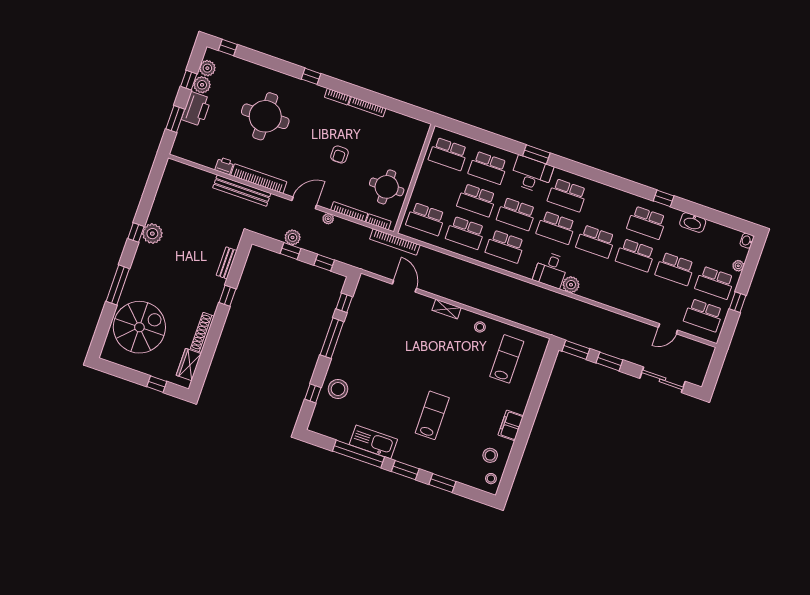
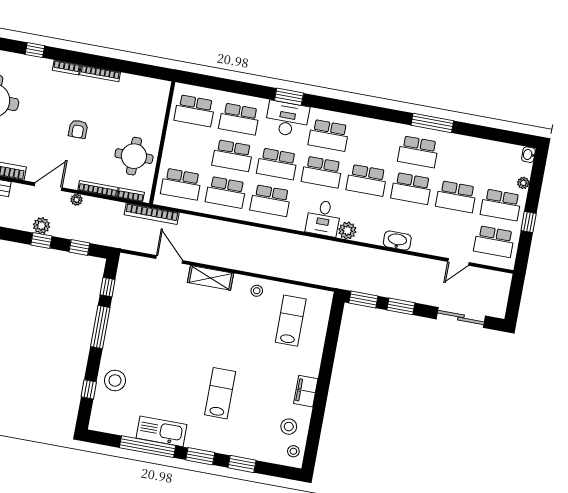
window: (664, 198) -> (432, 123), width x2.17
washbasin: (693, 222) -> (397, 241), moved, turned 180
shelving: (447, 309) -> (210, 278), width x1.50, depth x1.33

